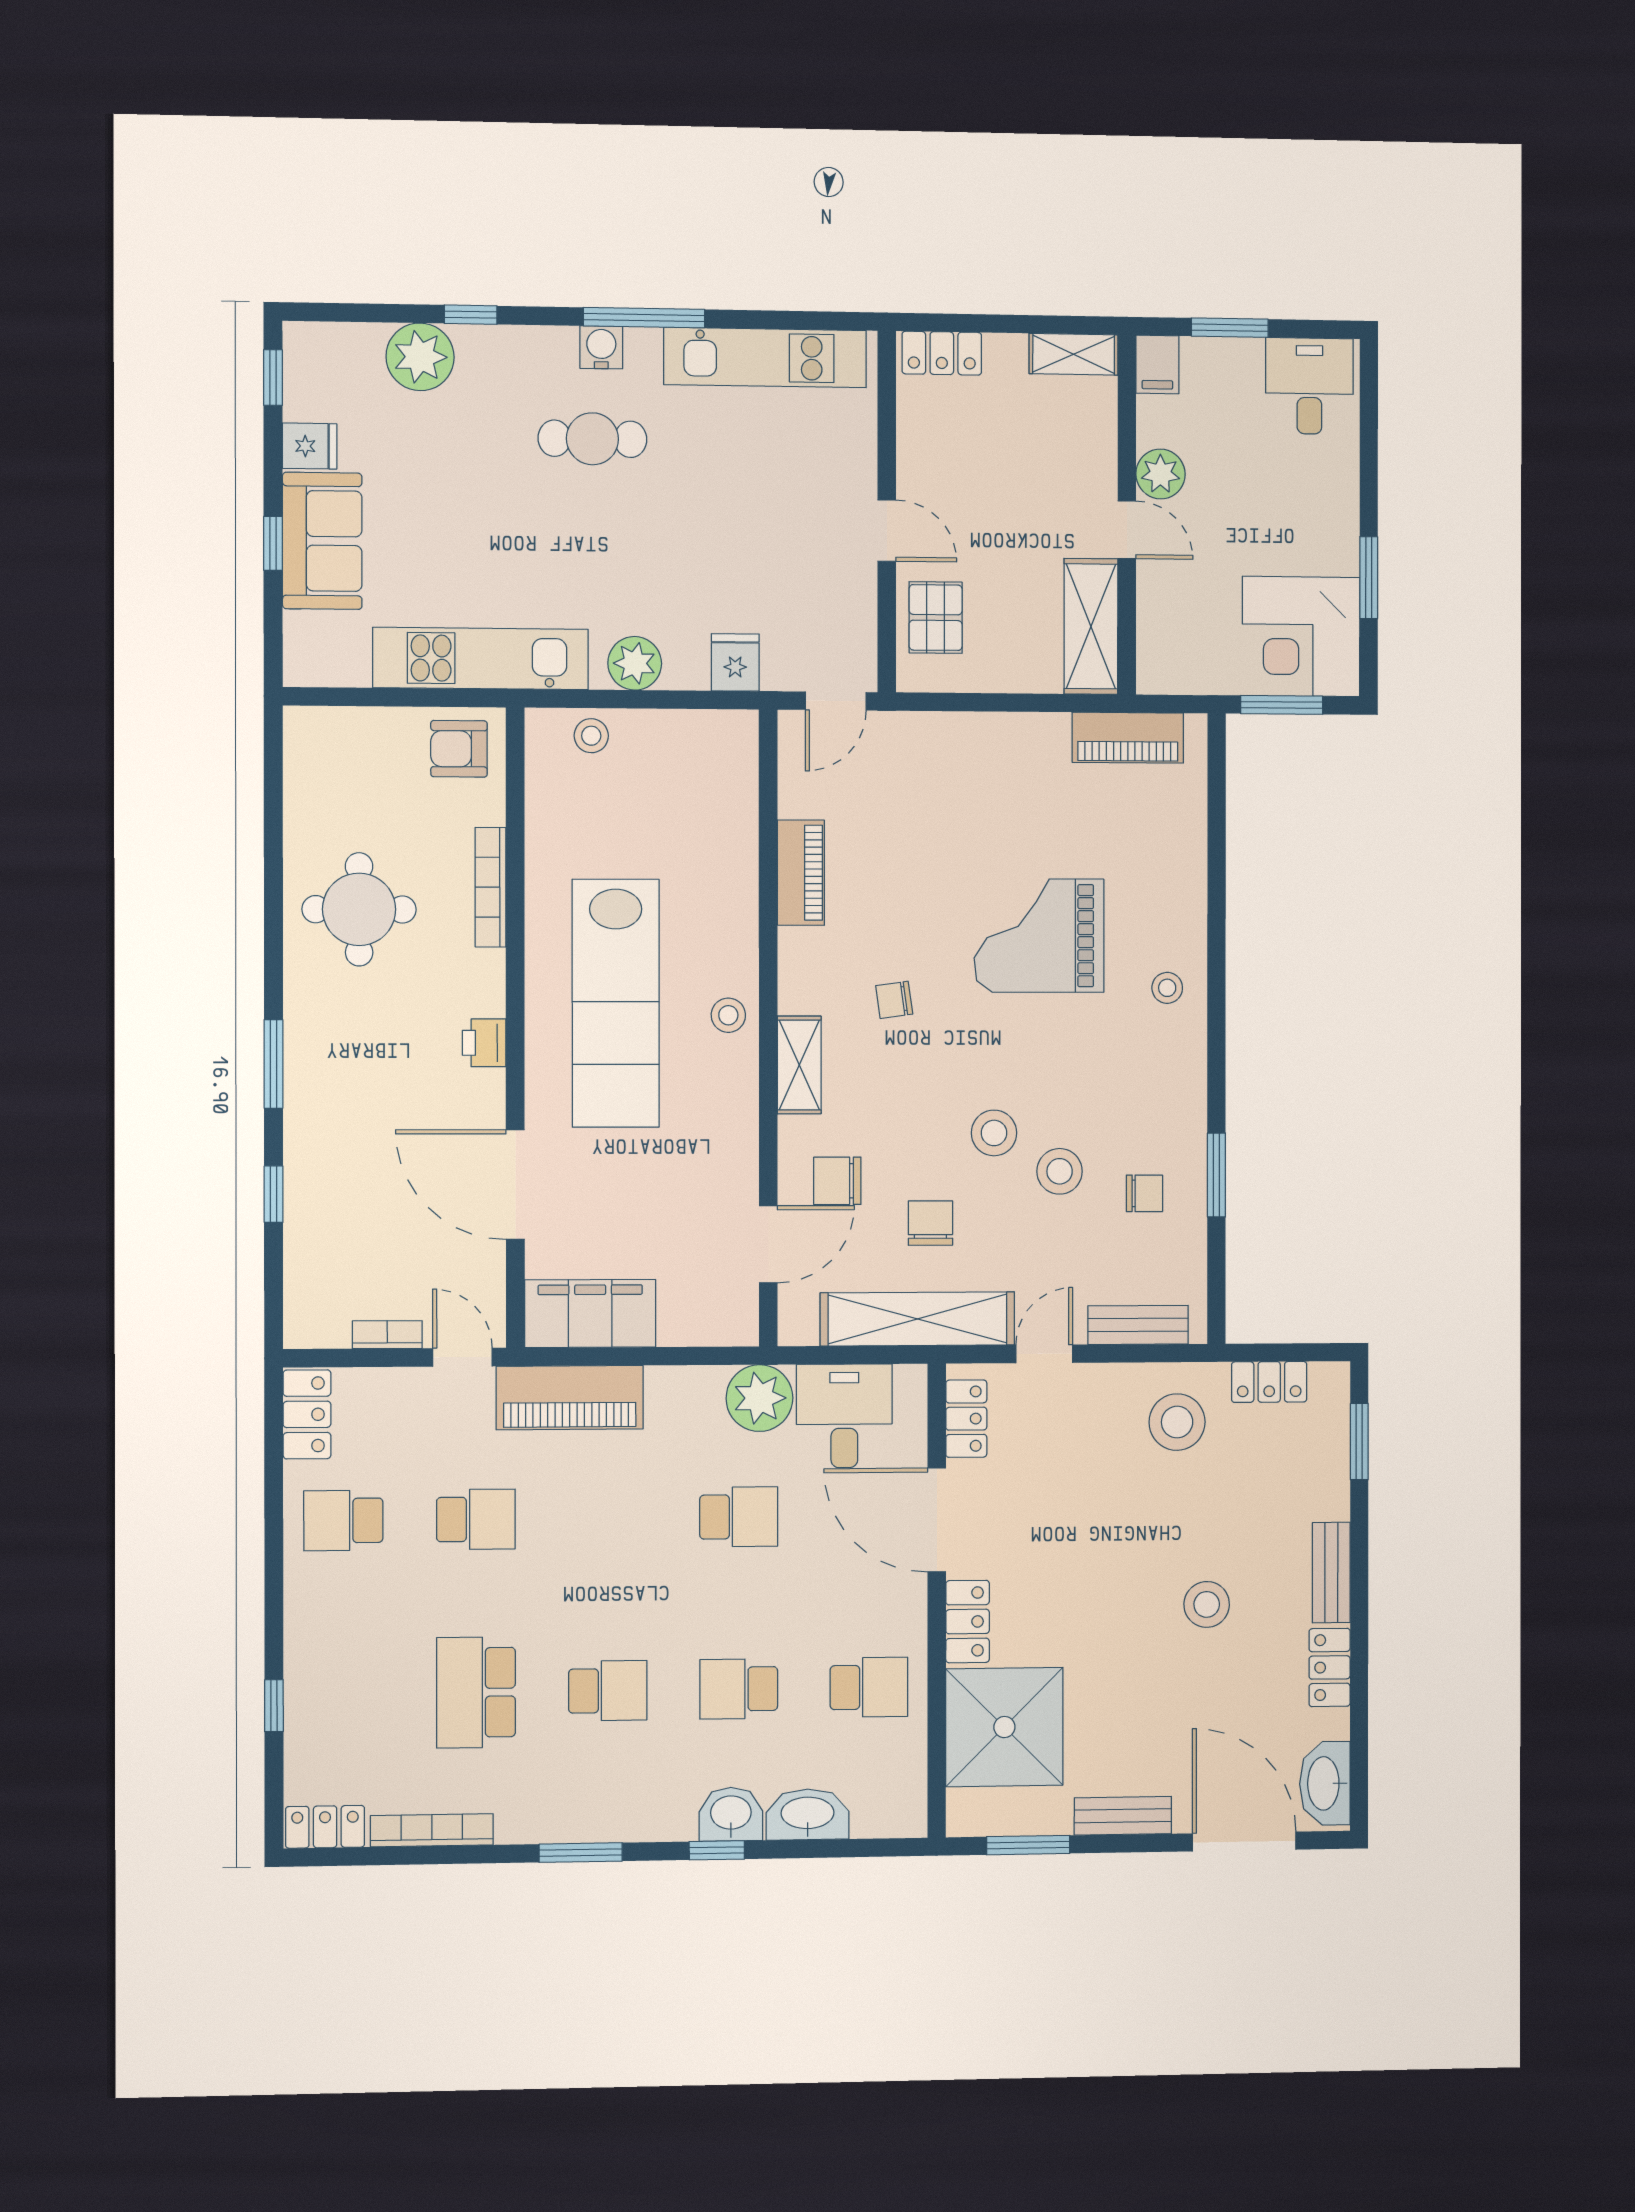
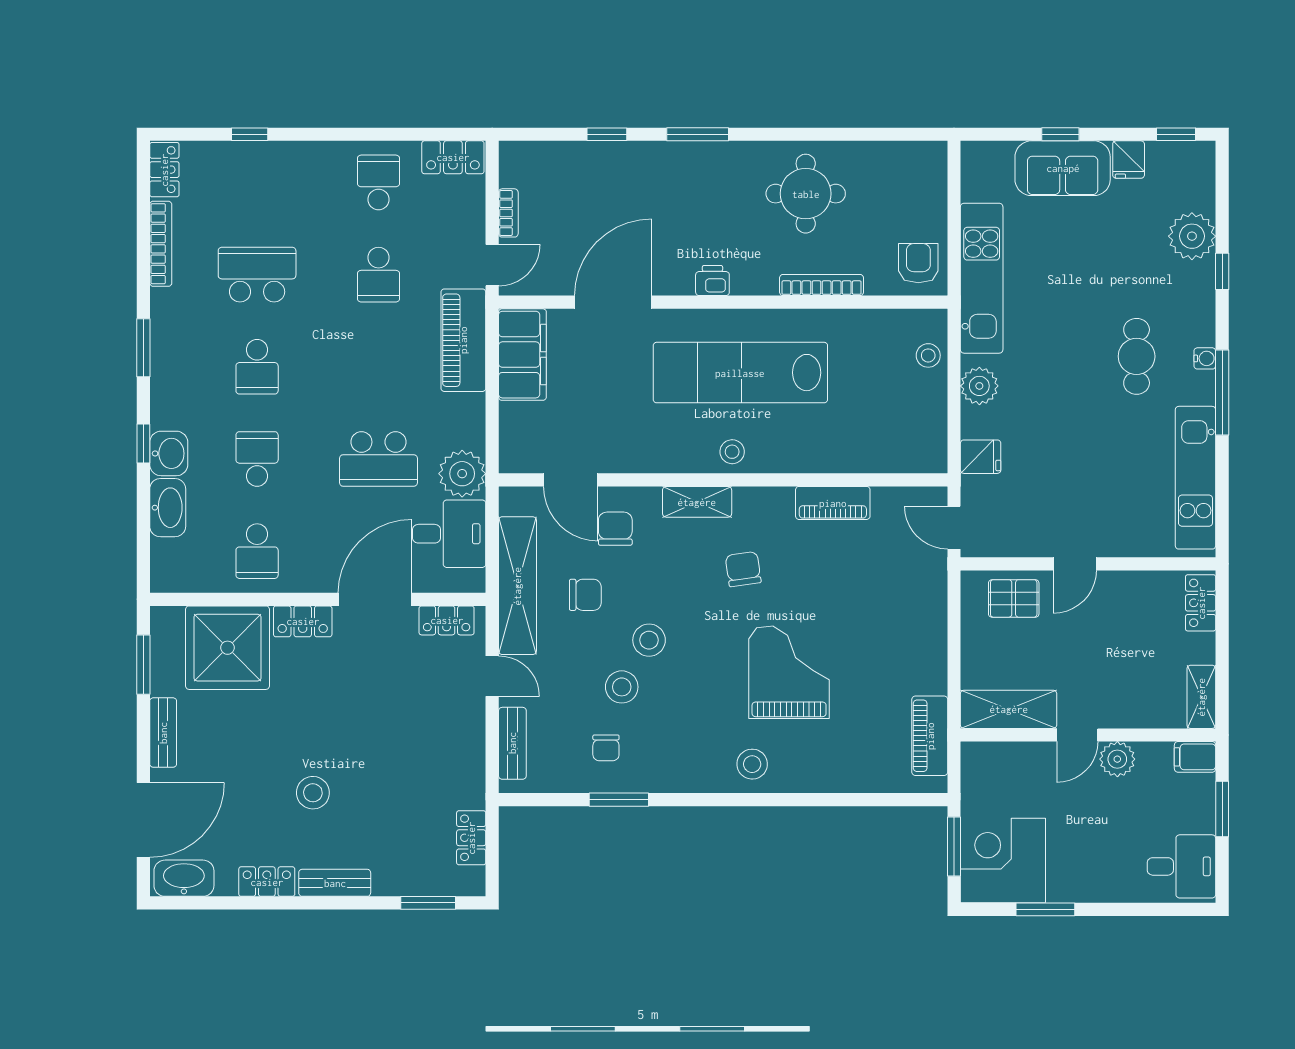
water cooler: (601, 347) -> (1205, 358), width x0.72, depth x0.72
stool: (1167, 988) -> (752, 764), width x1.37, depth x1.37
chair: (894, 1000) -> (743, 569), width x1.37, depth x1.37
stool: (1177, 1422) -> (443, 771), removed
school desk: (739, 1517) -> (378, 459), width x1.85

